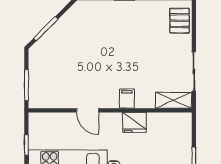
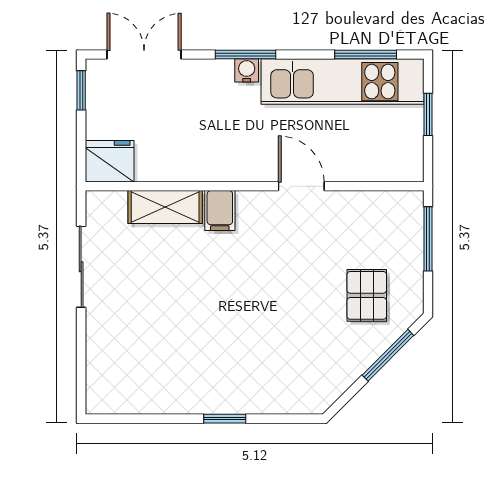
pallet: (180, 21) -> (367, 295), moved
shelving: (173, 100) -> (165, 207), moved
fridge: (134, 122) -> (110, 161), moved

